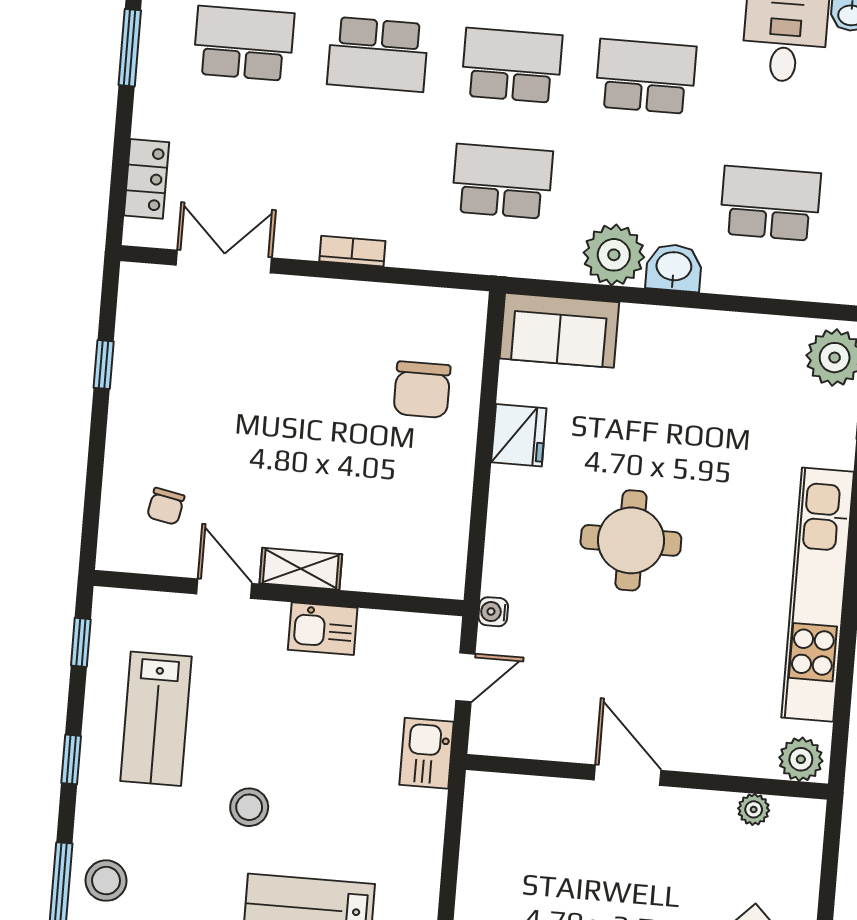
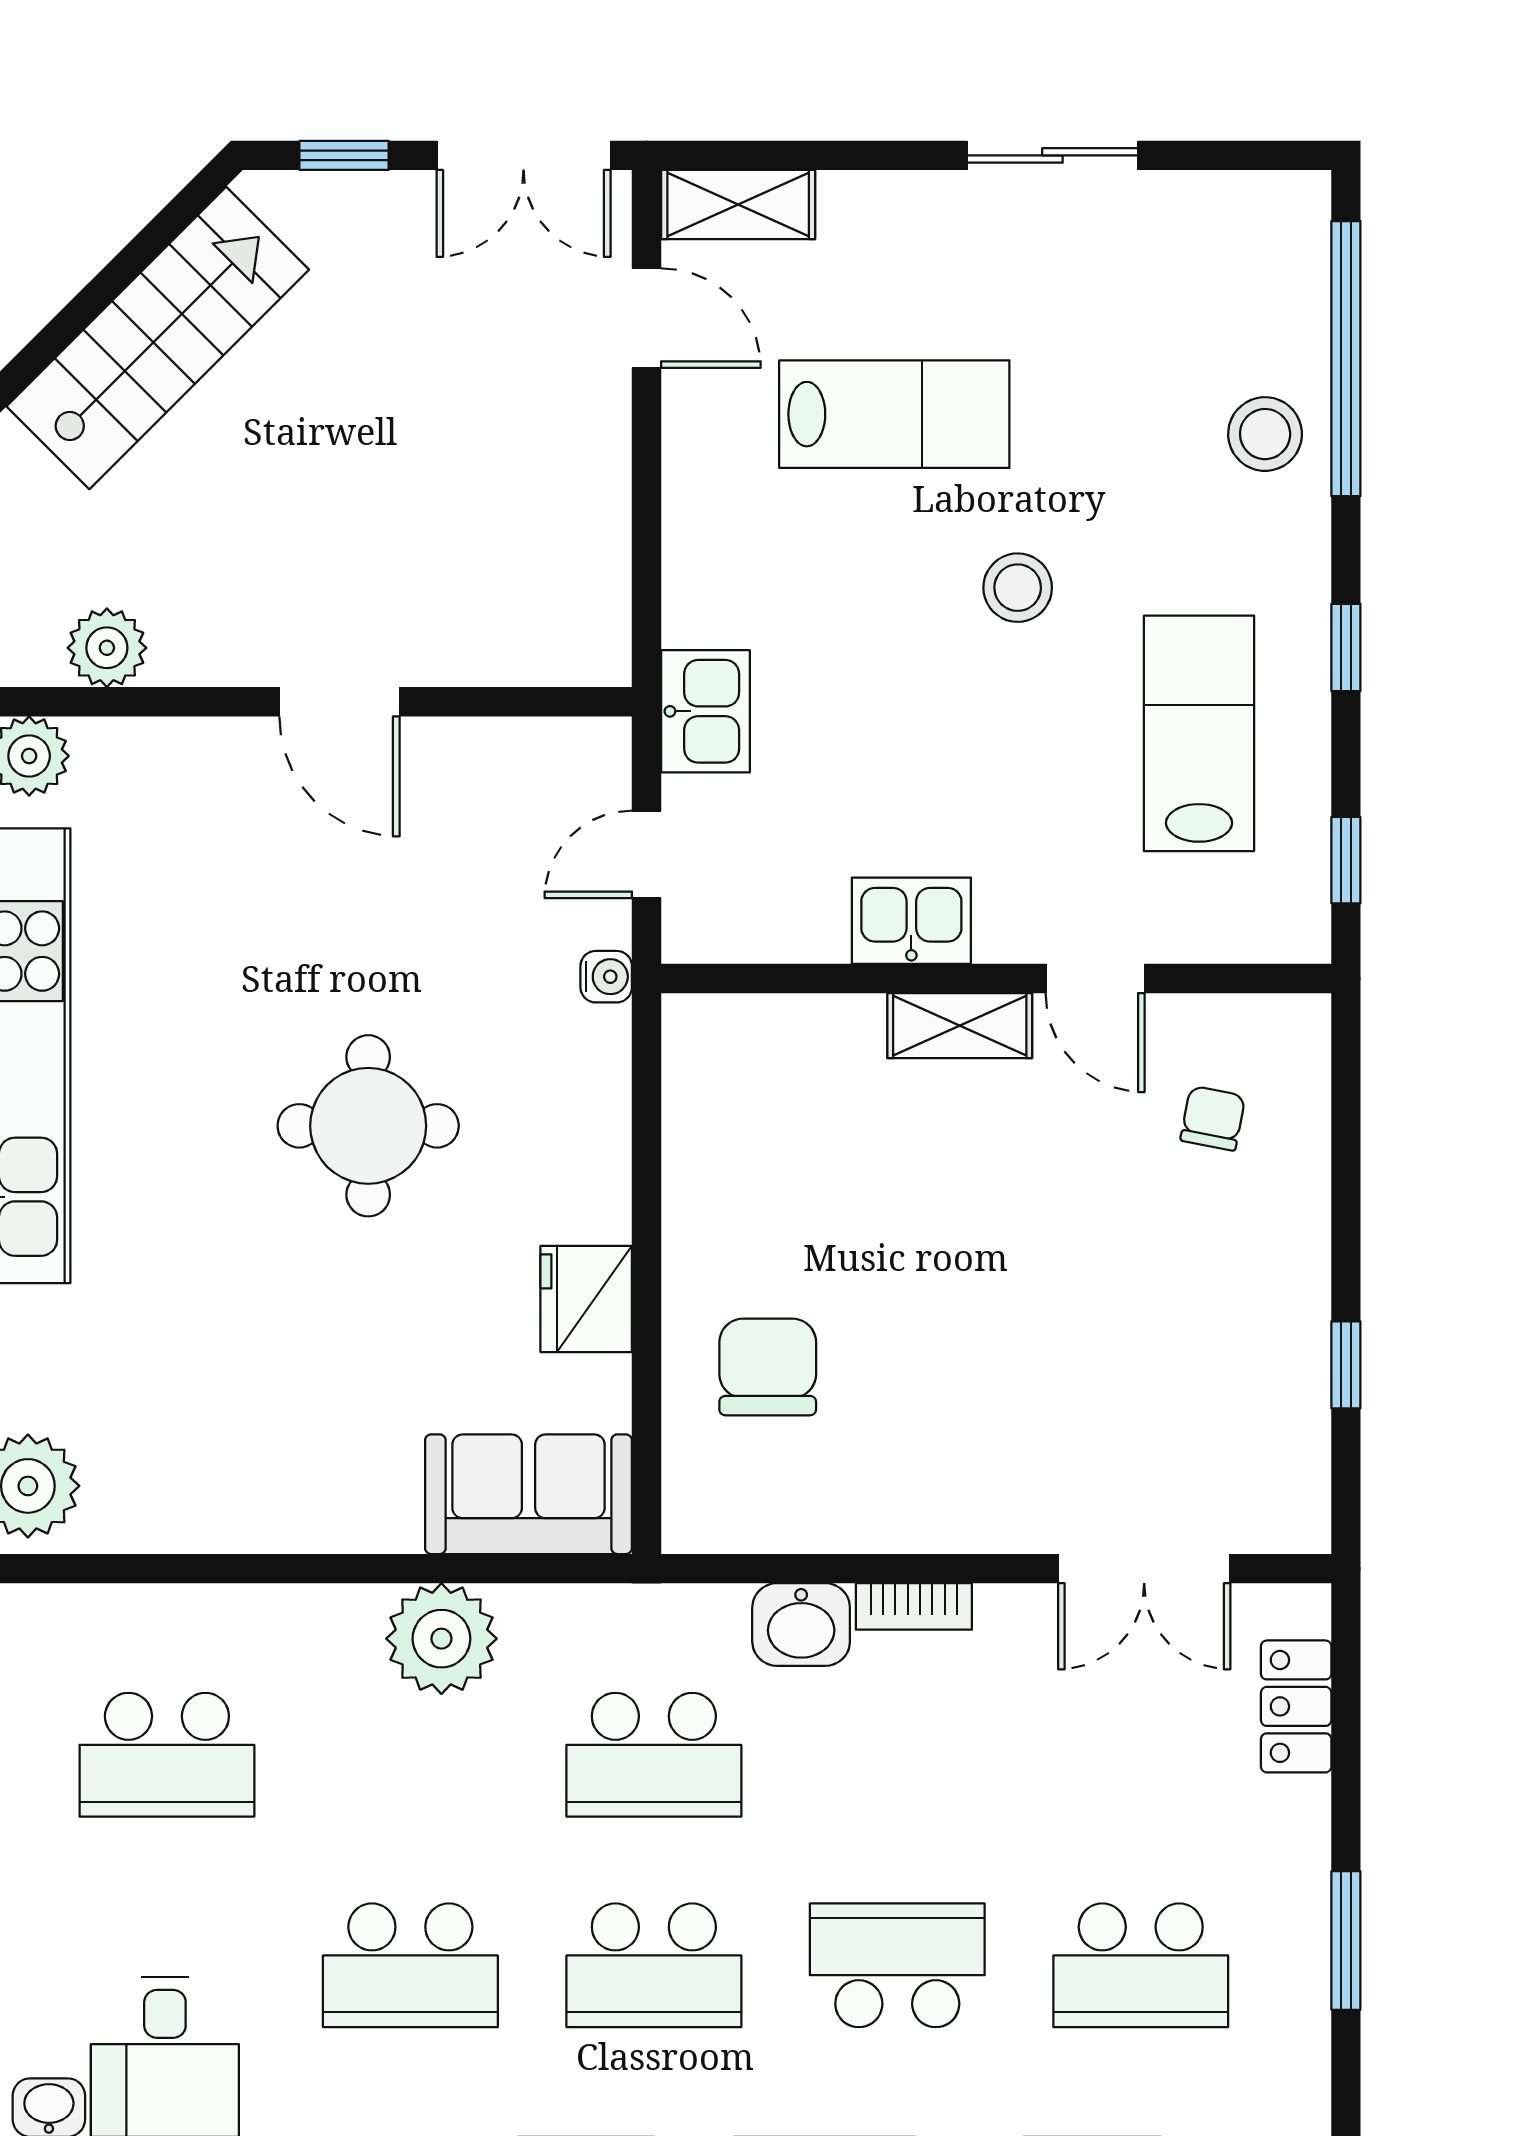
washbasin: (674, 268) -> (801, 1625), moved
plant: (754, 809) -> (107, 648), width x1.38, depth x1.38

